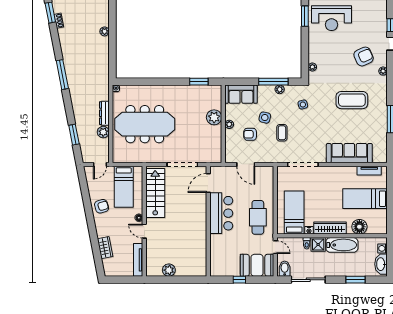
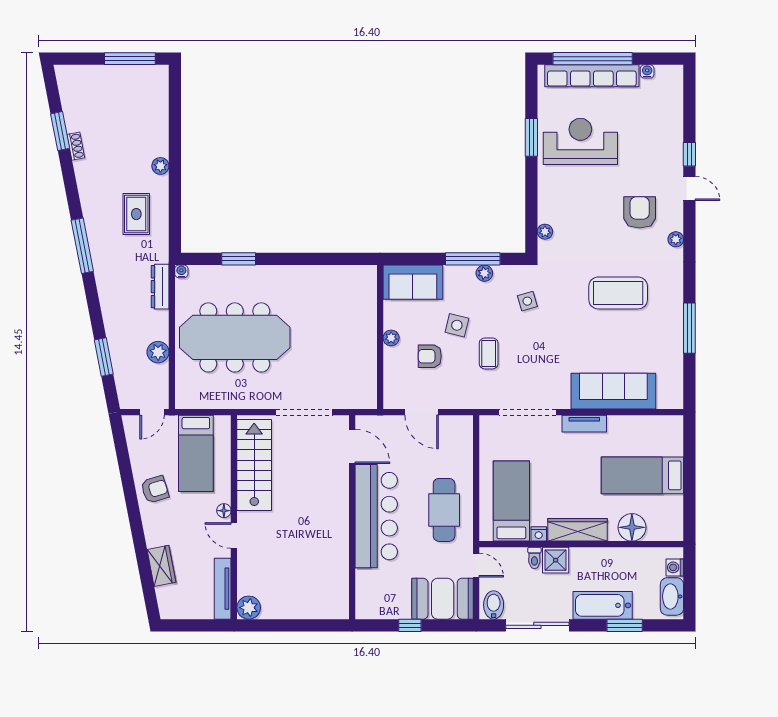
reception desk: (332, 18) -> (580, 141), turned 180
rug: (91, 57) -> (136, 214), added
armchair: (364, 57) -> (640, 212), turned -66
window: (199, 82) -> (239, 259), moved
dresser: (104, 113) -> (160, 287), moved
plant: (214, 117) -> (363, 325), removed
tv unit: (369, 171) -> (584, 424), moved
door: (208, 183) -> (352, 446), swing flipped
bar counter: (221, 213) -> (376, 516), width x1.36
bathtub: (342, 245) -> (603, 605), moved, turned 180
plant: (169, 270) -> (249, 608), moved

